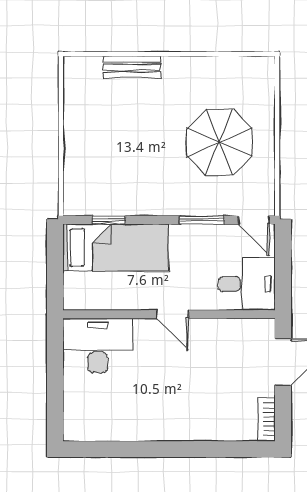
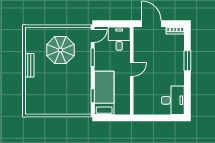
bench: (132, 67) -> (29, 65), moved
desk: (98, 346) -> (173, 100), moved, turned 180
window: (193, 449) -> (187, 61), added

